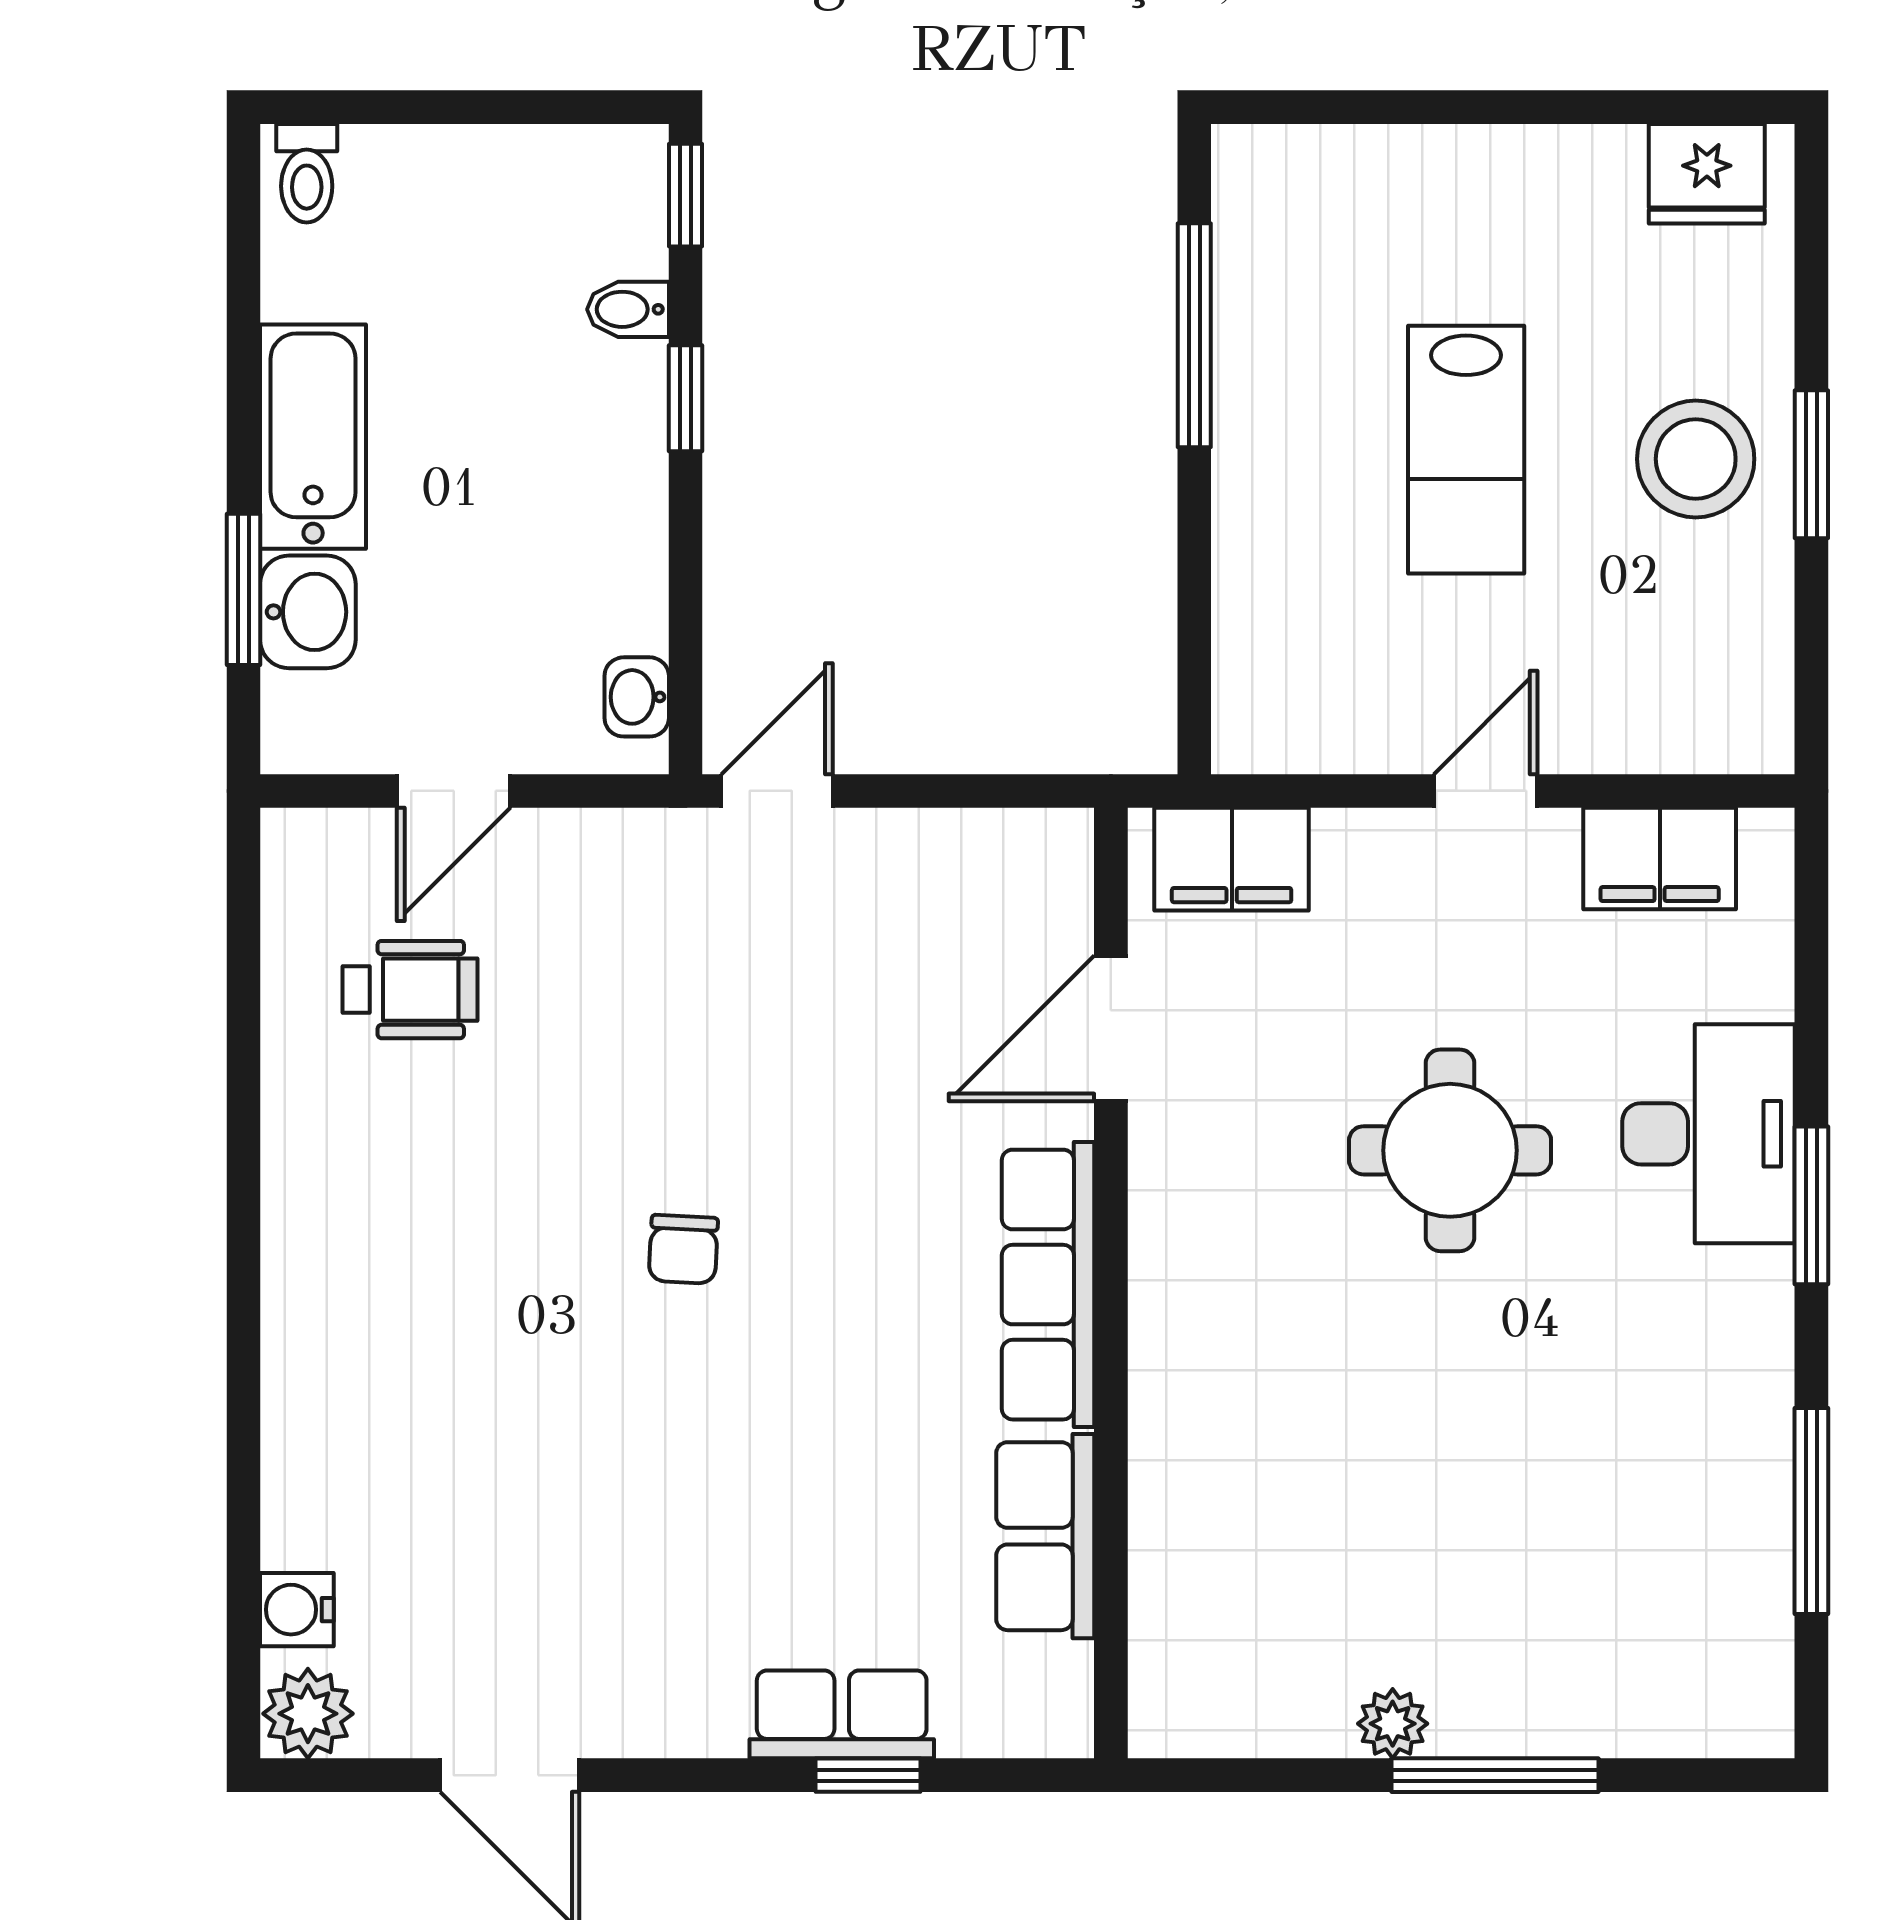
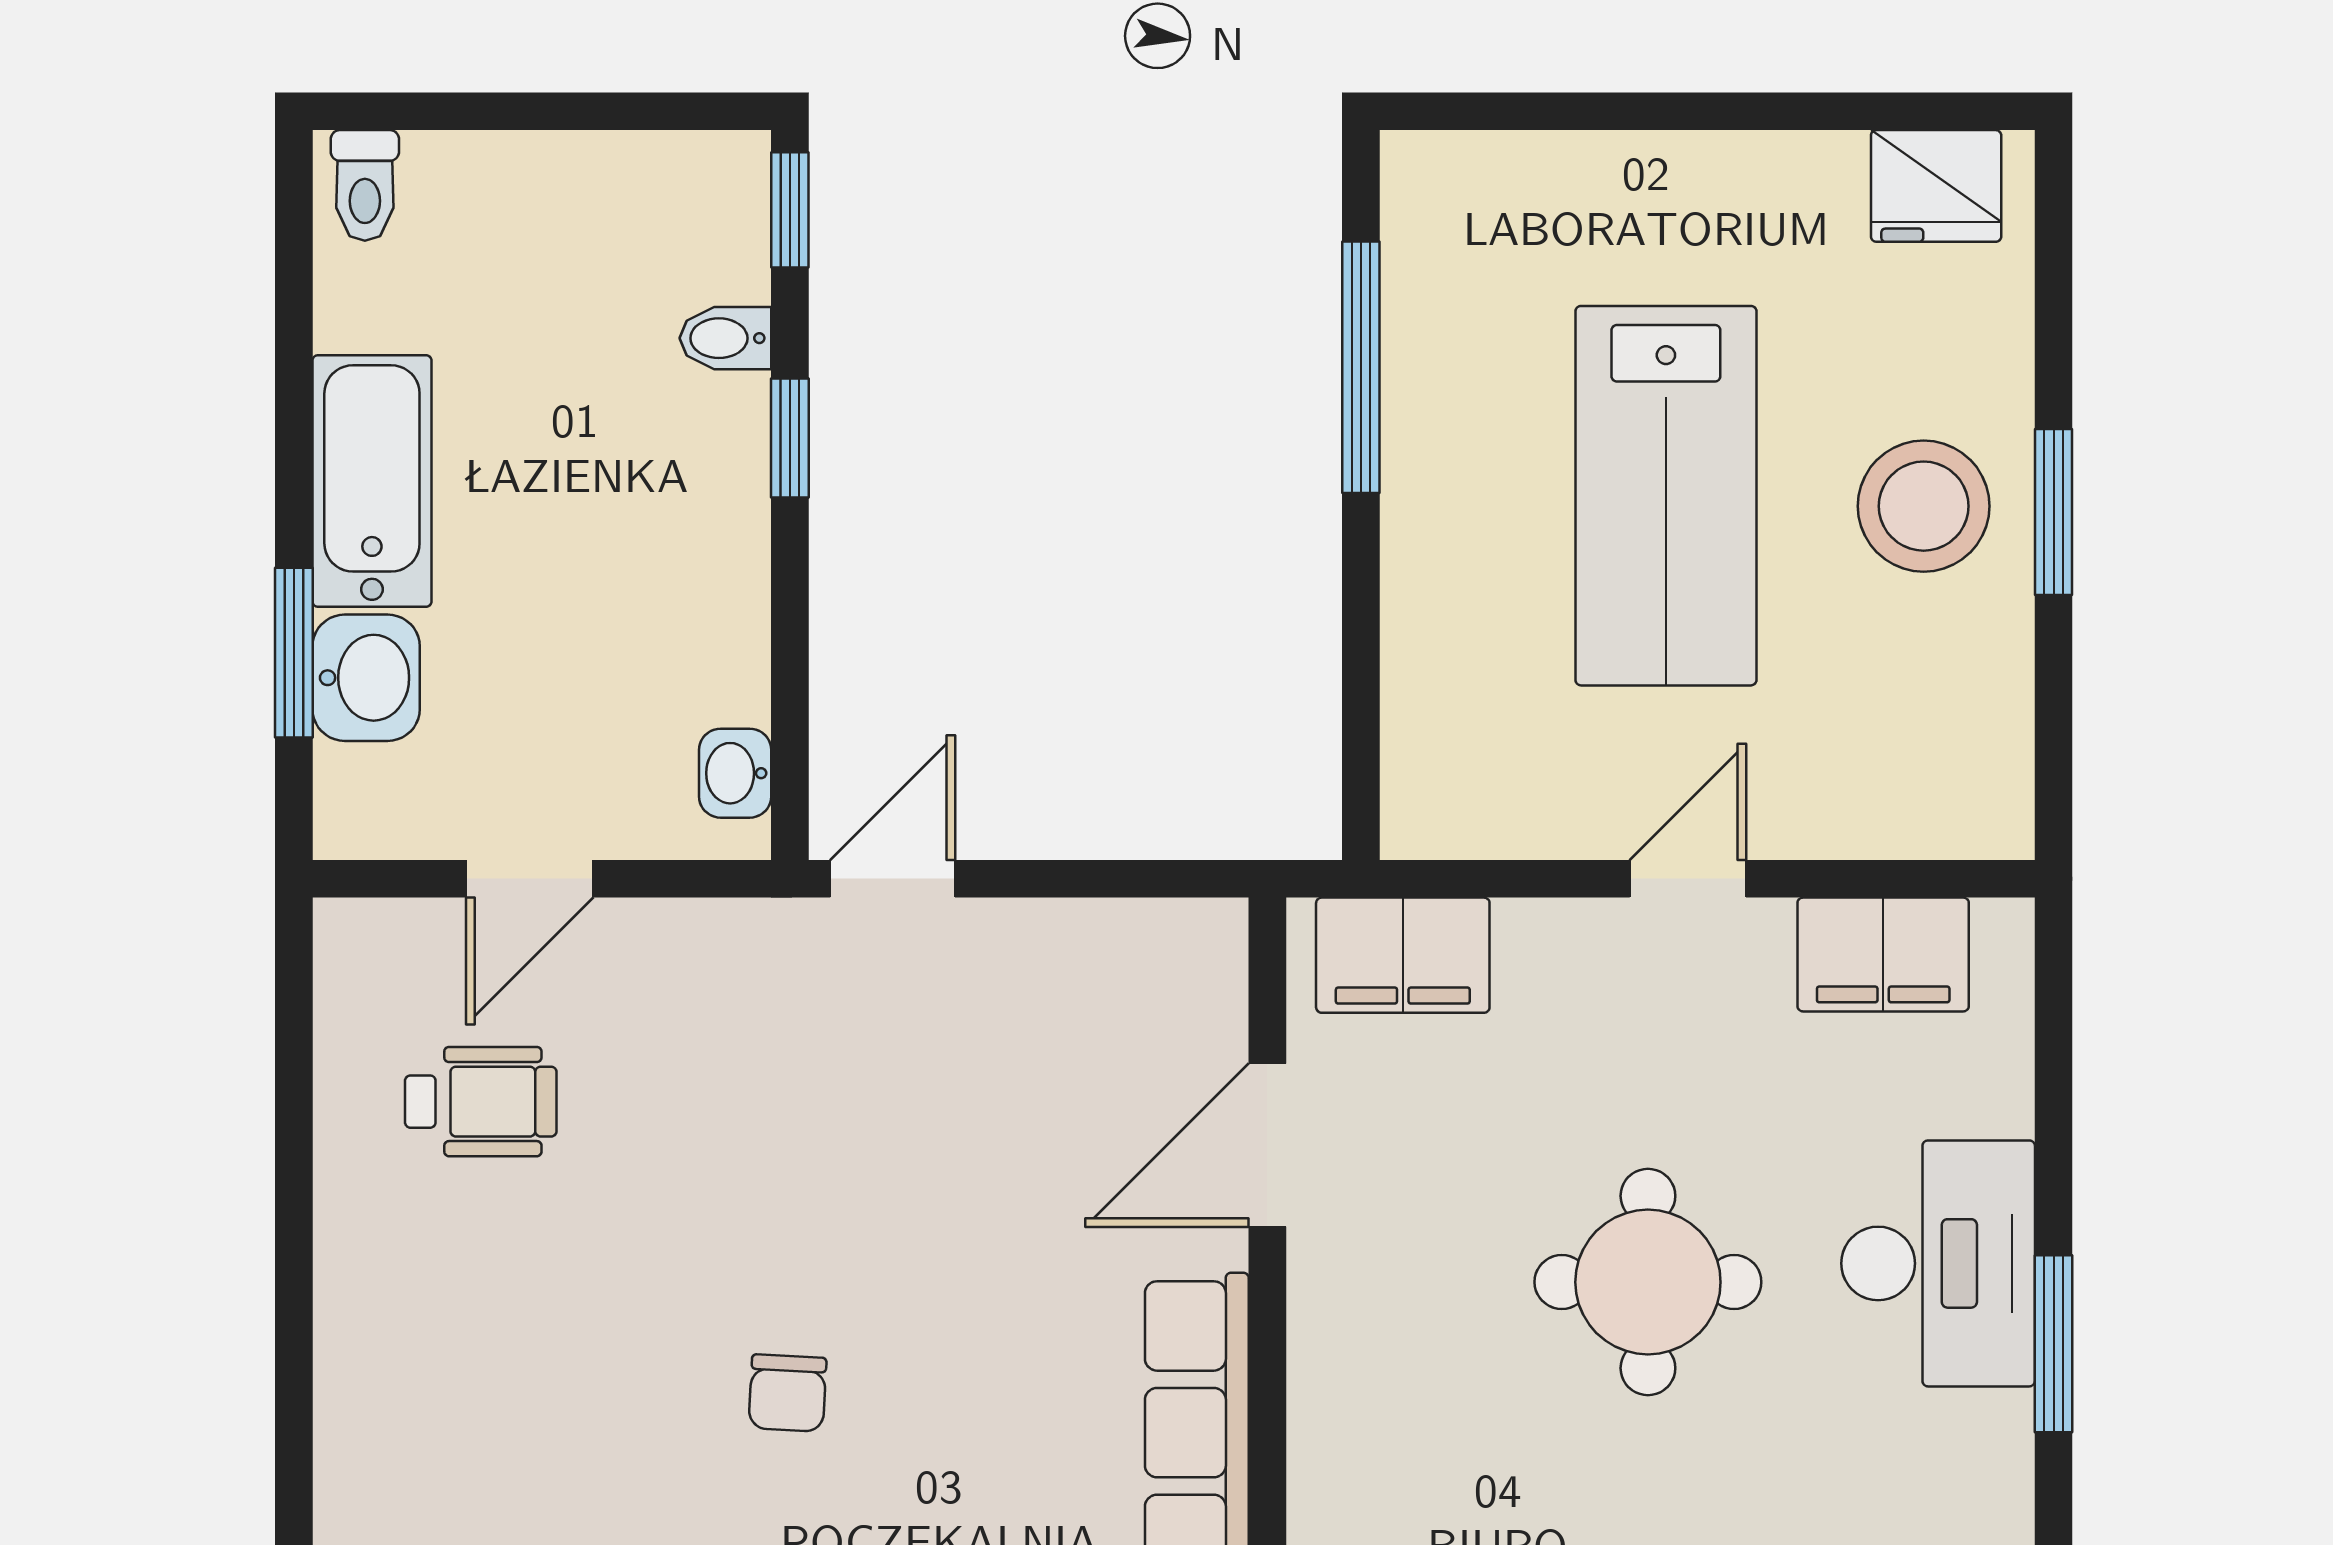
lab bench: (1466, 450) -> (1666, 496), width x1.36, depth x1.39

